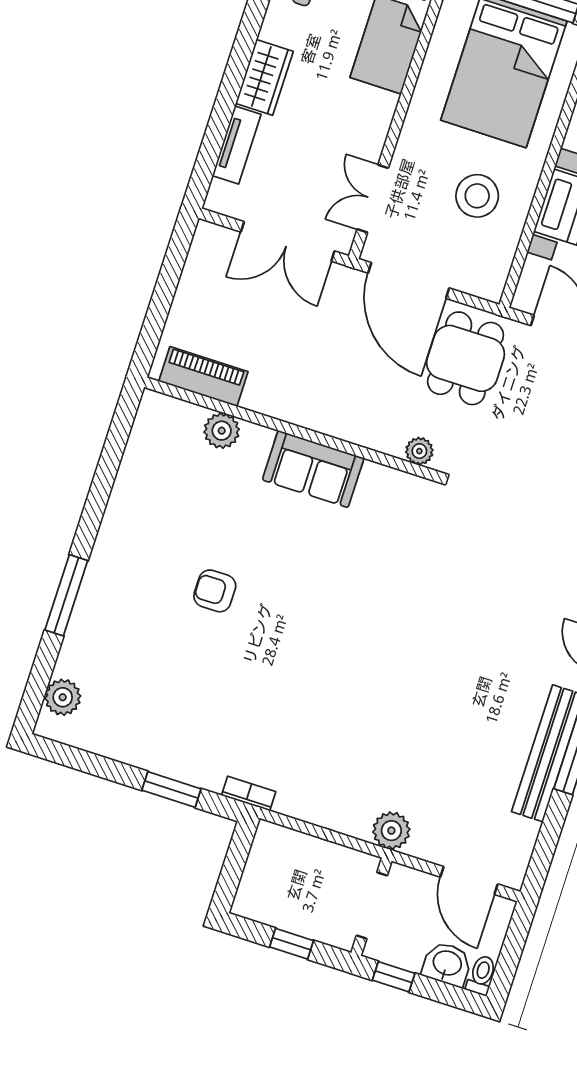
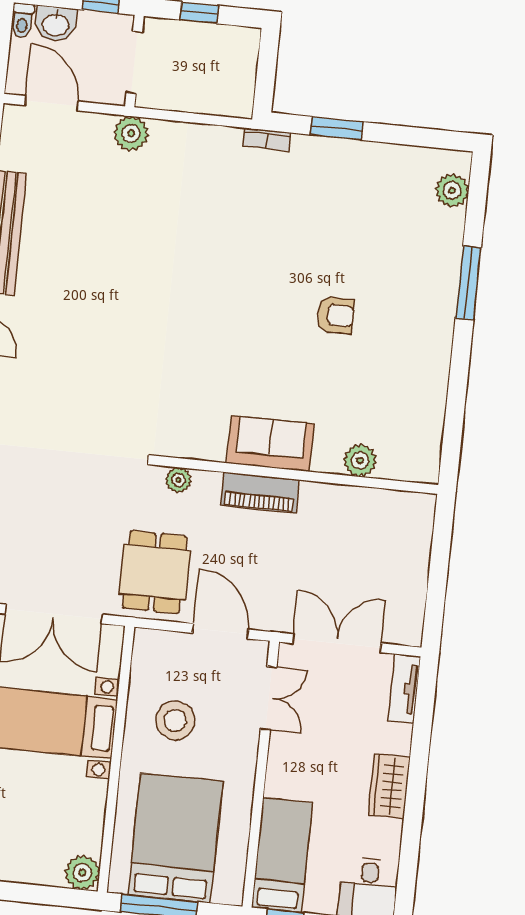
tv unit: (237, 145) -> (404, 689), moved
door: (409, 281) -> (221, 631), width x0.73
piano: (203, 377) -> (260, 493), moved

